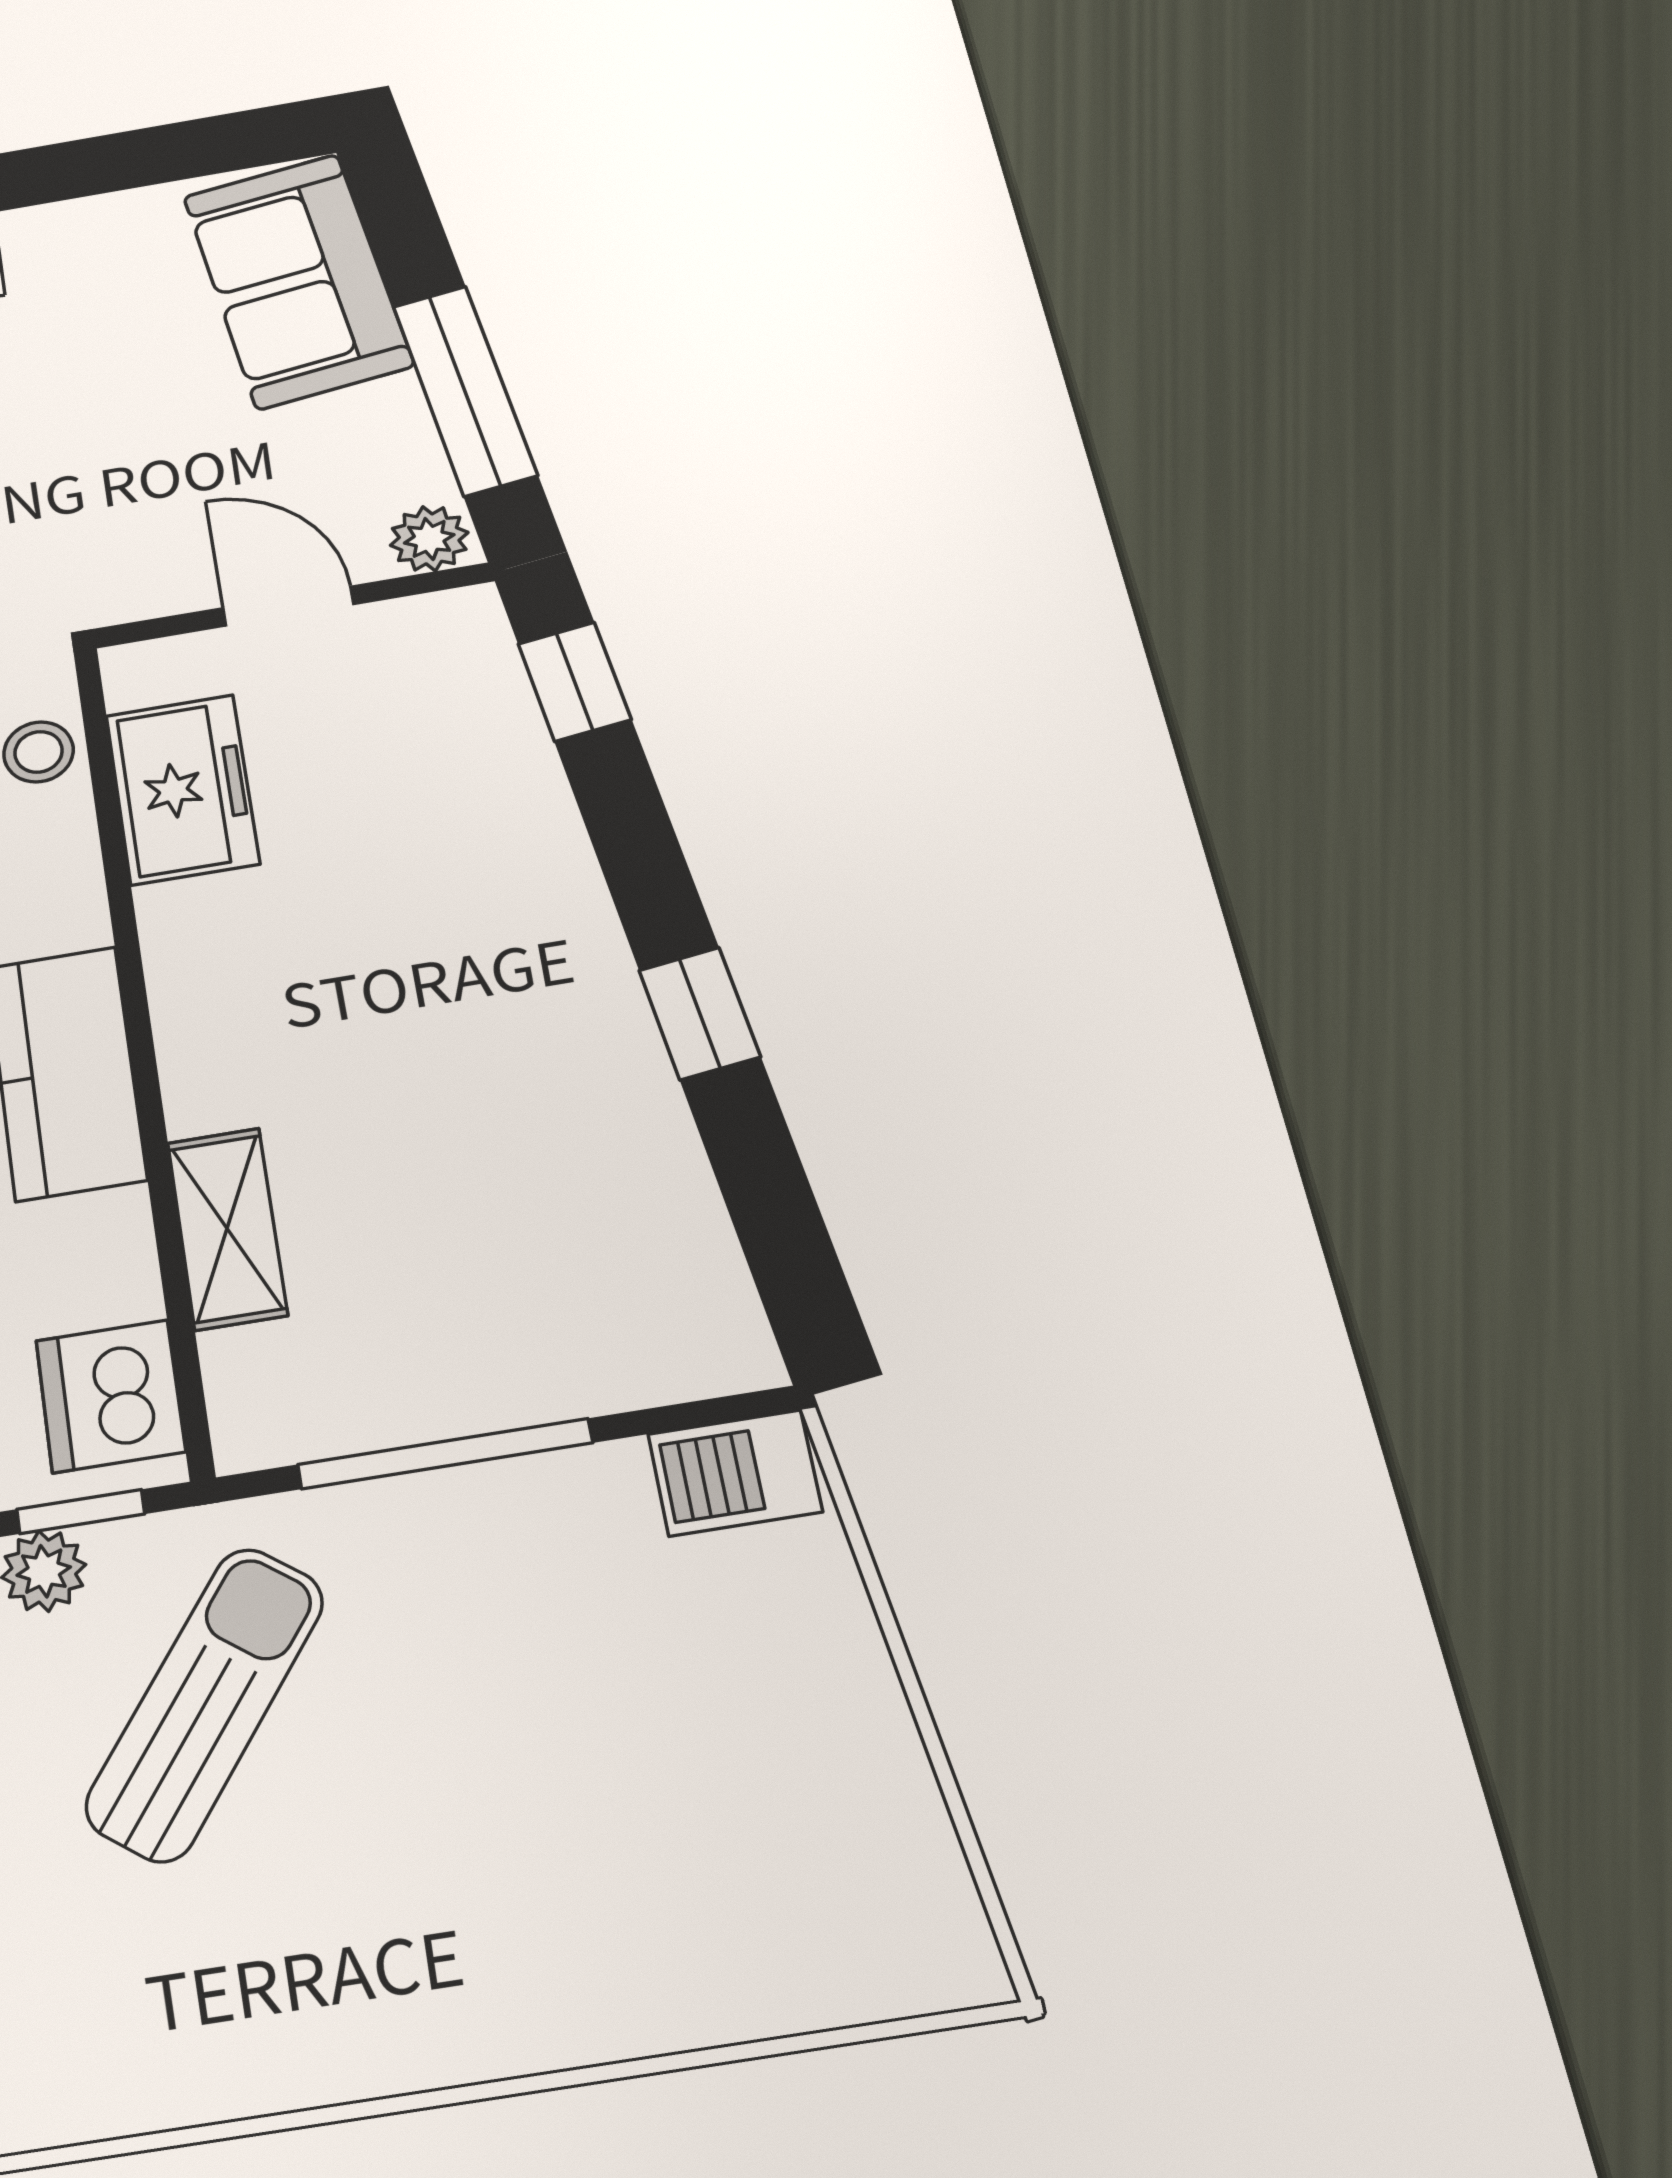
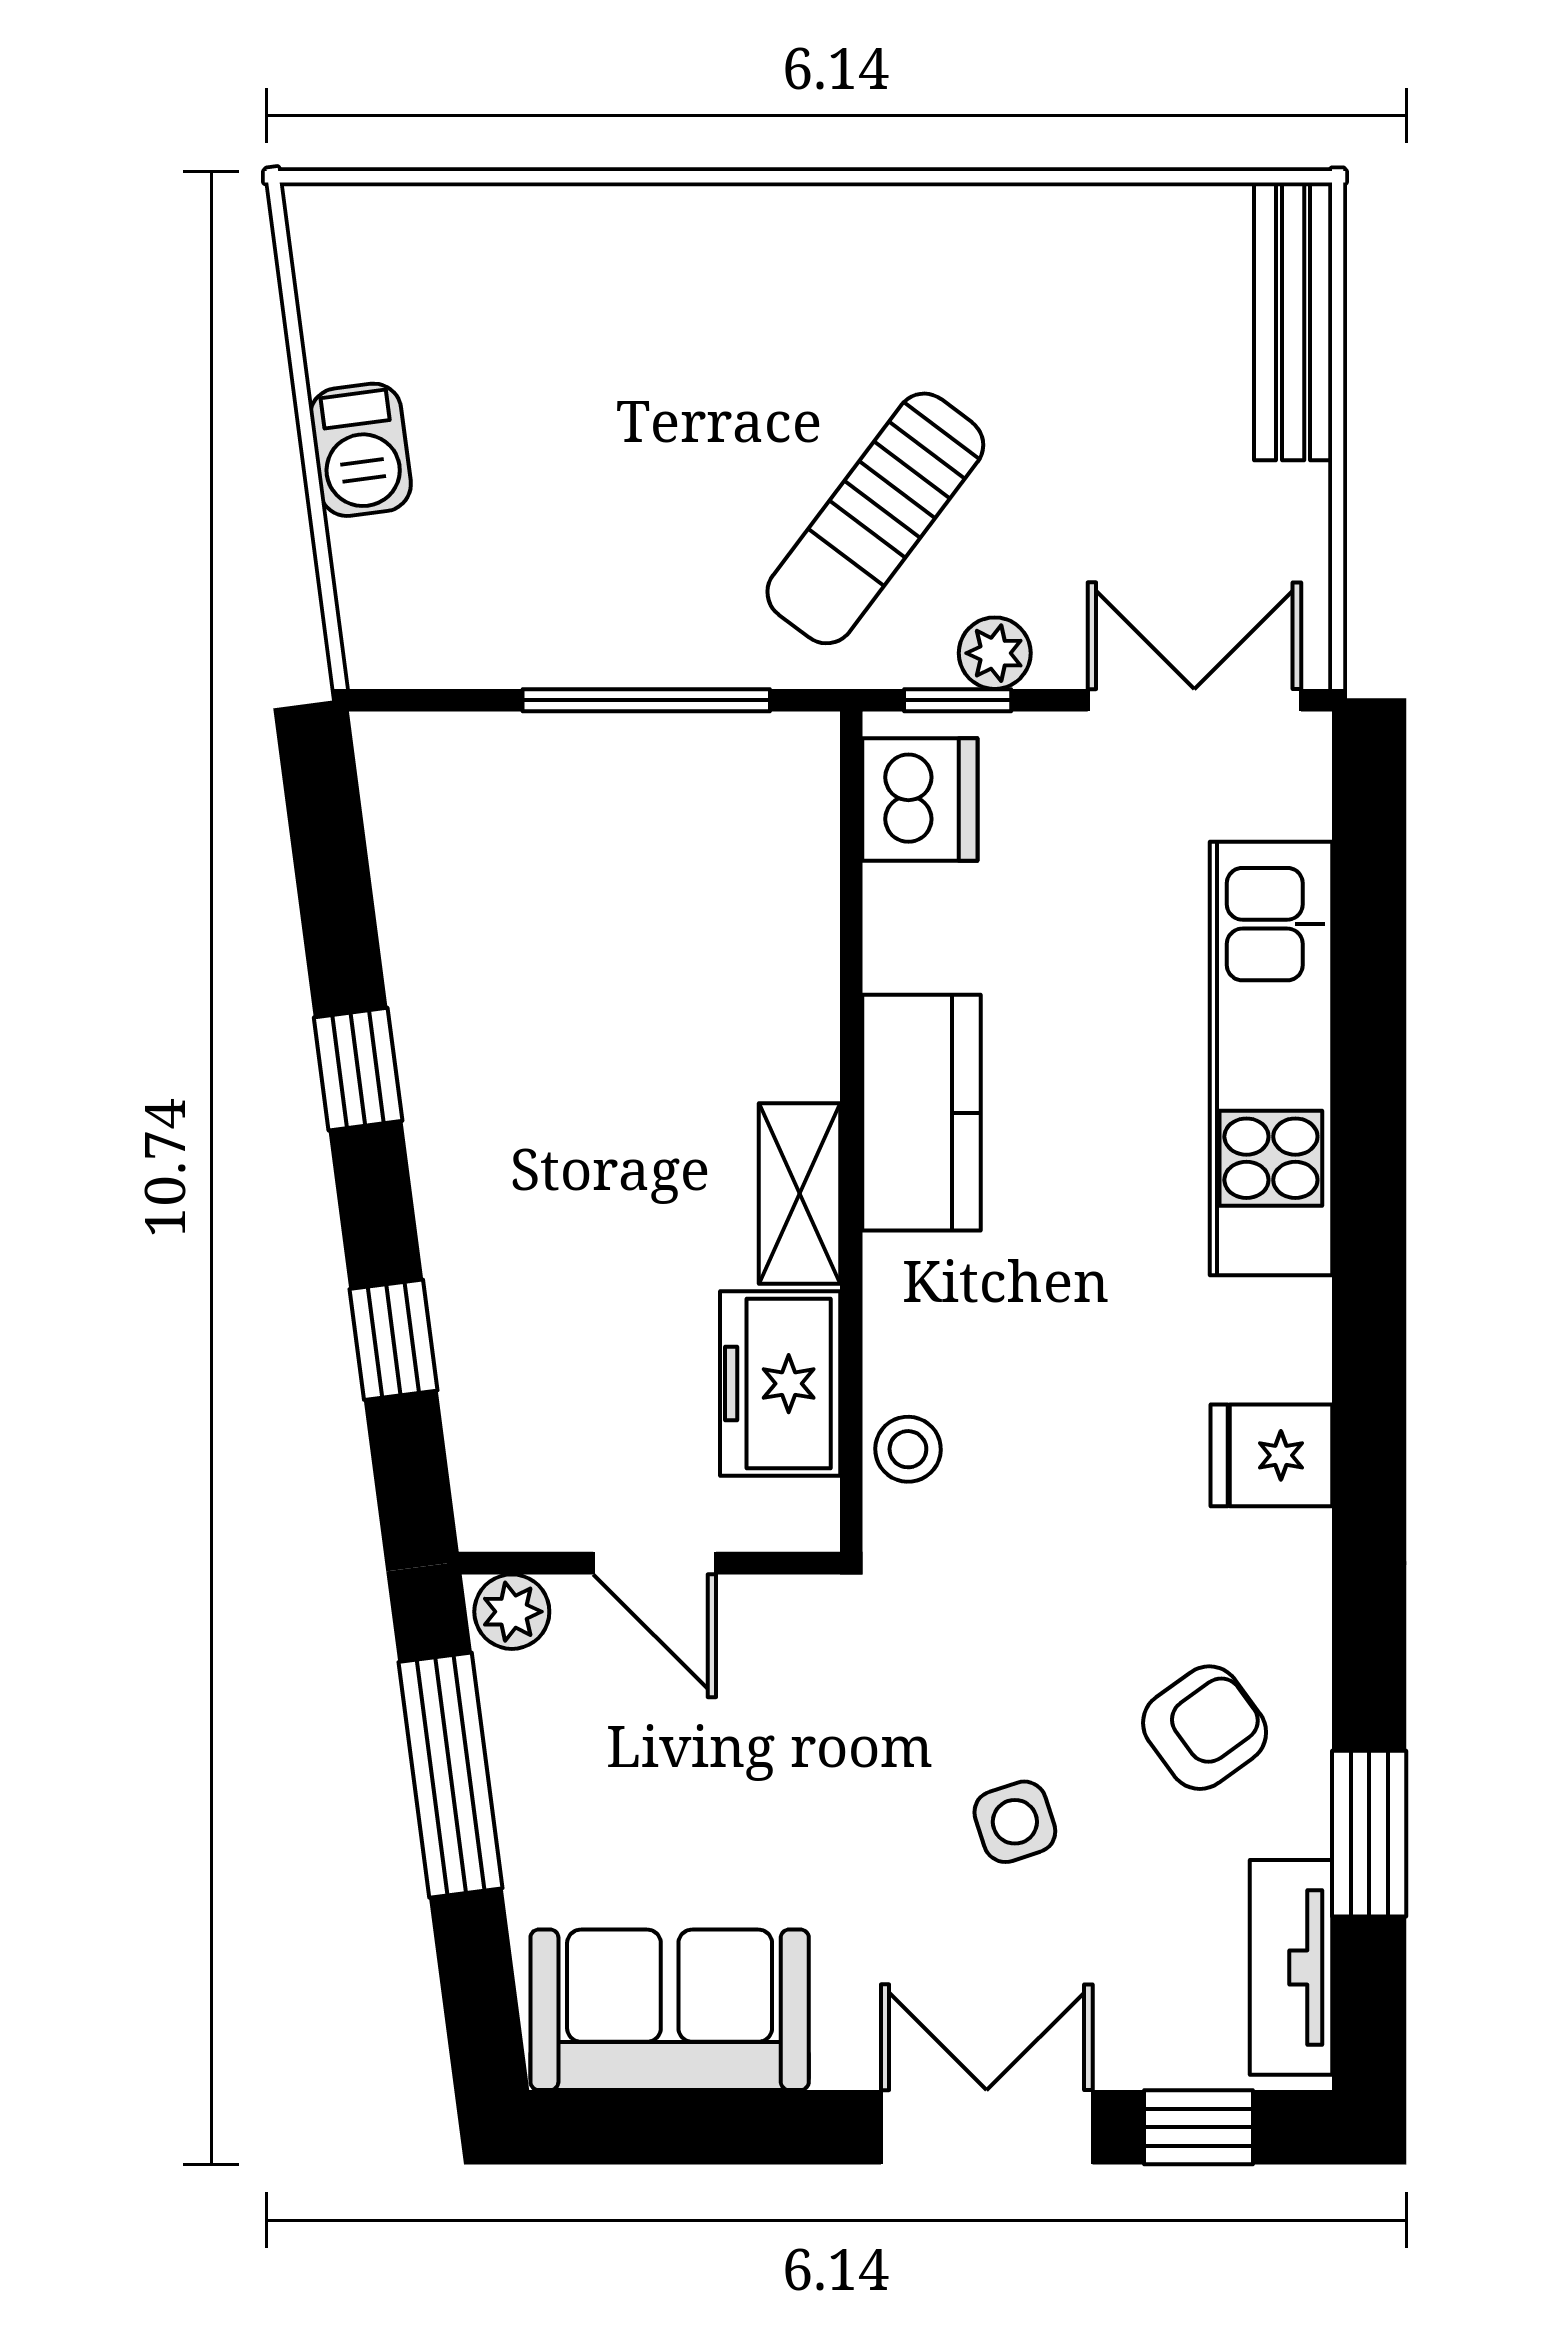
sofa: (297, 280) -> (670, 2010), moved, turned -83
window: (574, 682) -> (394, 1340), moved
shelving: (227, 1228) -> (800, 1193), moved
barbecue: (735, 1473) -> (360, 450), moved, turned 83

